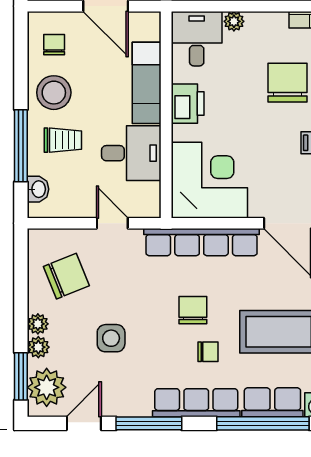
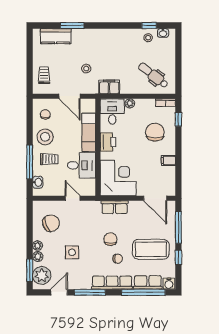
row of seats: (202, 242) -> (115, 207), width x0.50

